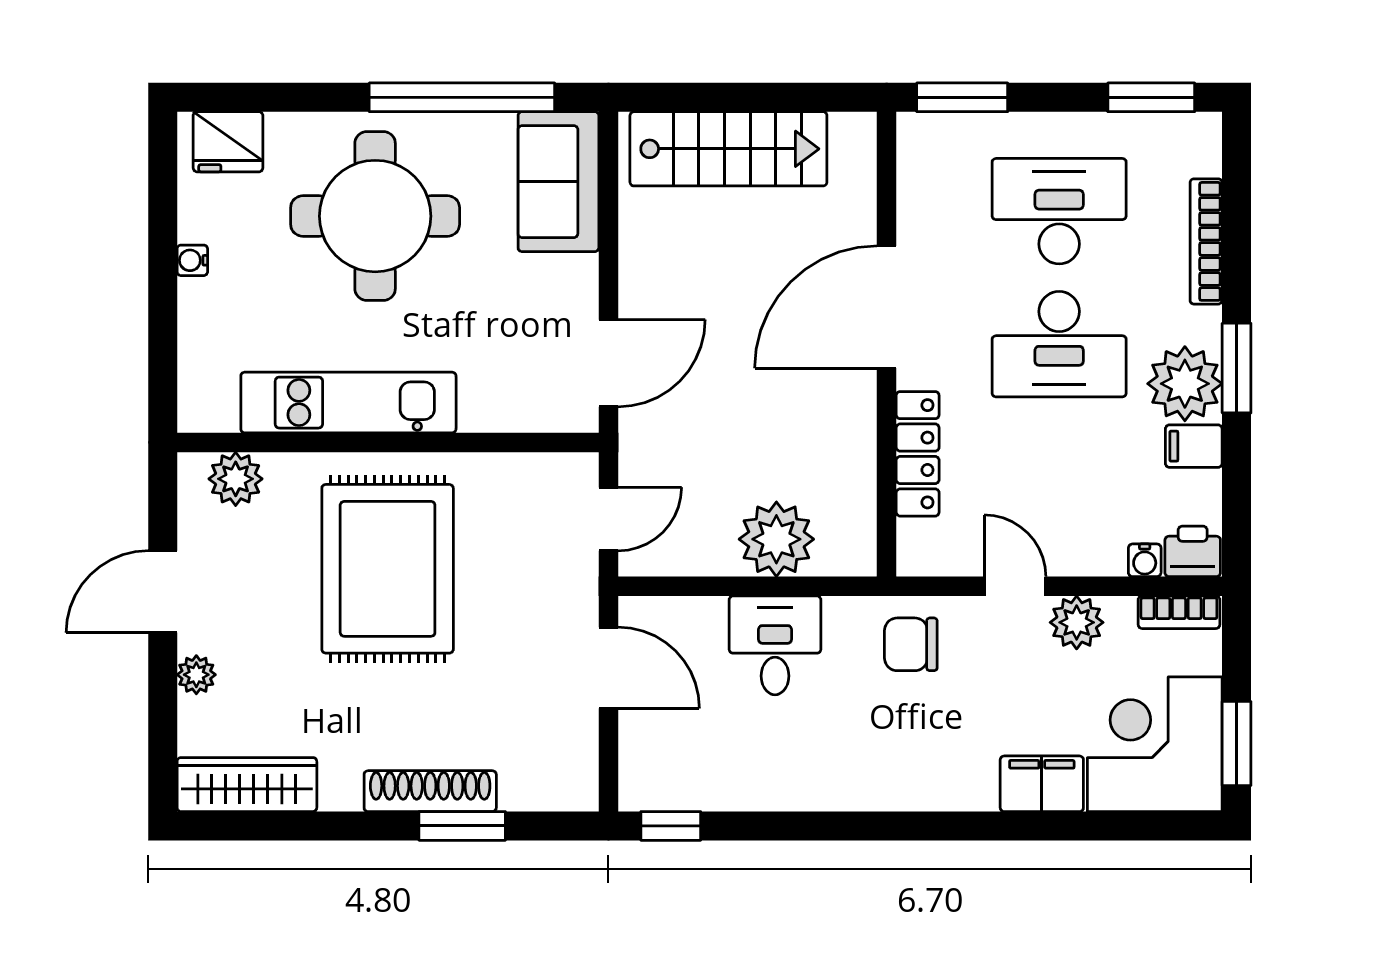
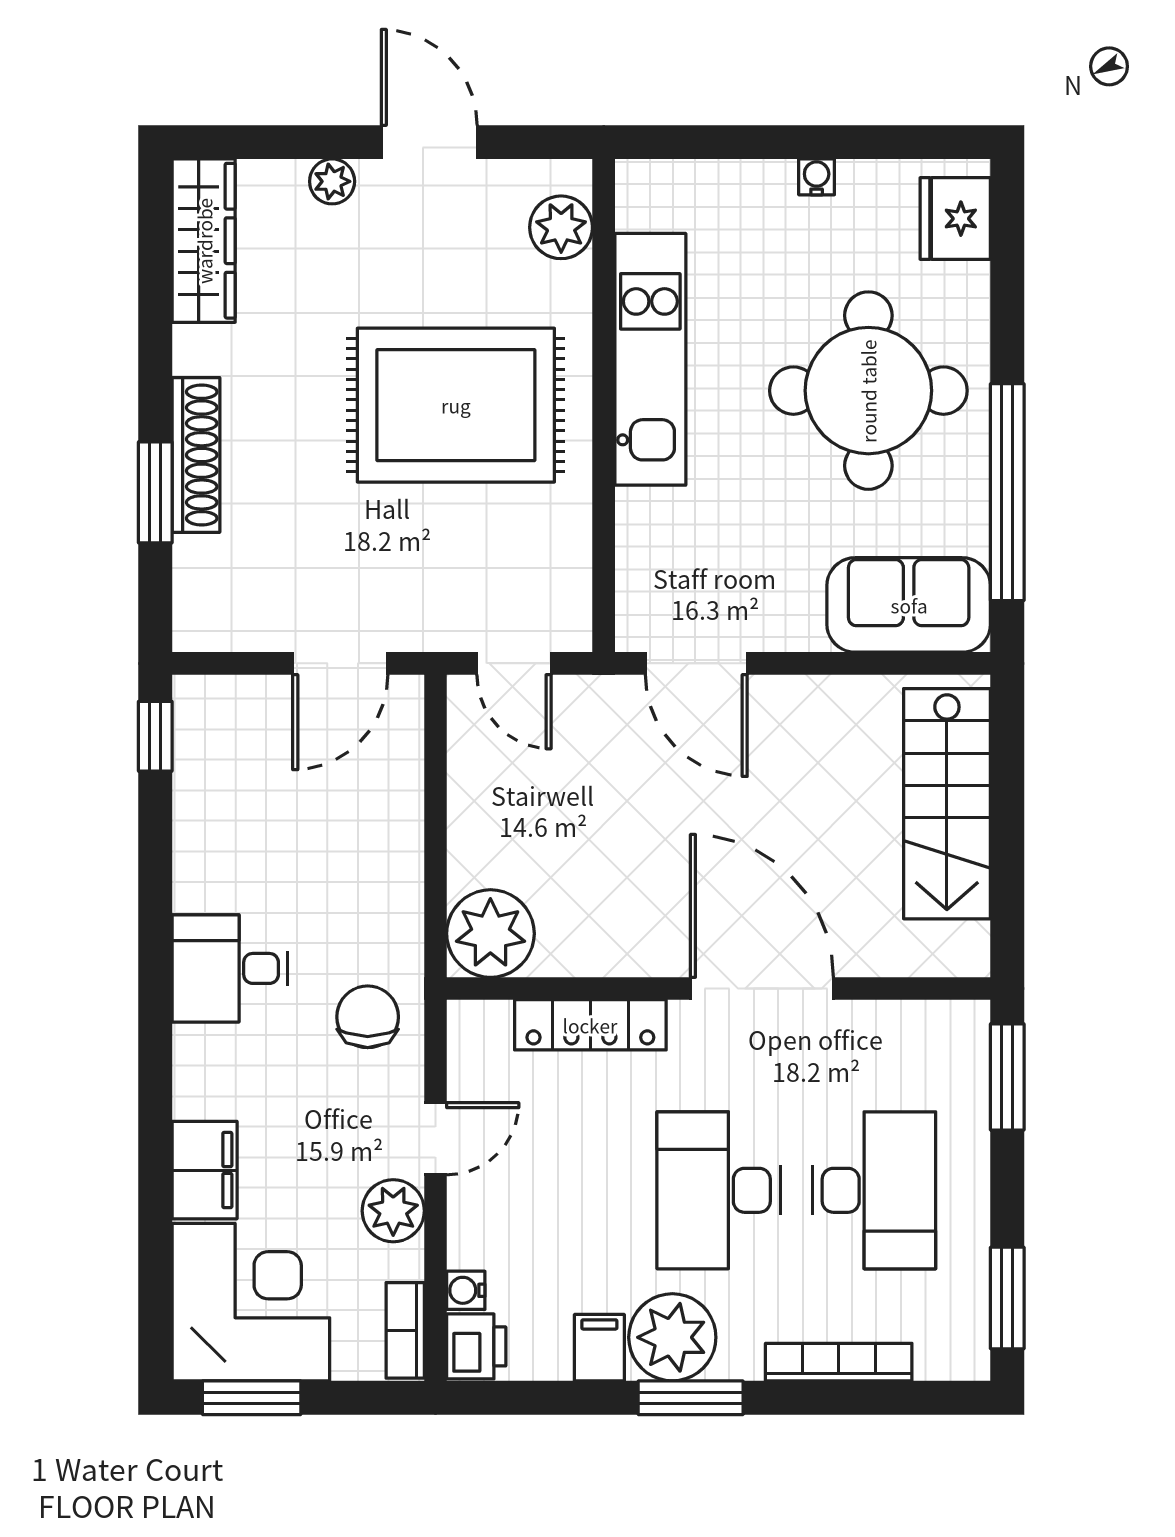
plant: (776, 539) -> (490, 934), moved
desk: (775, 645) -> (230, 968), moved, turned 180

